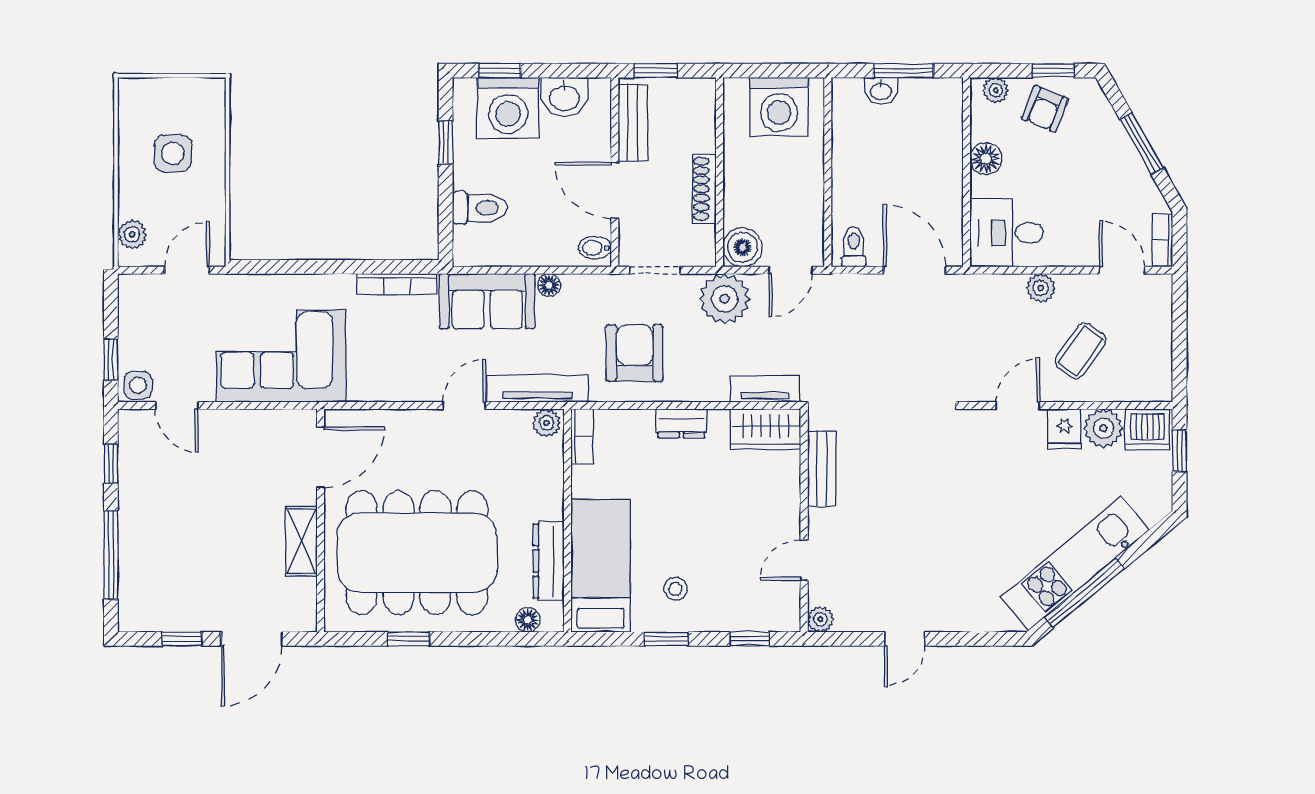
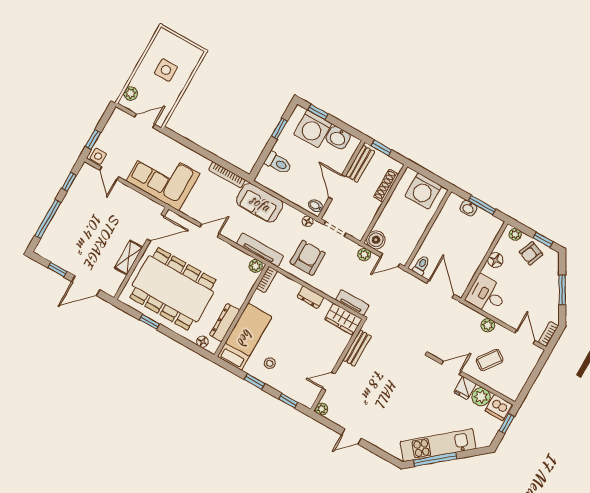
shoe rack: (704, 189) -> (386, 186), moved
floor lamp: (549, 285) -> (308, 221), moved
plant: (725, 299) -> (364, 255), width x0.53, depth x0.53
door: (464, 406) -> (210, 230), moved

